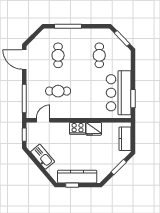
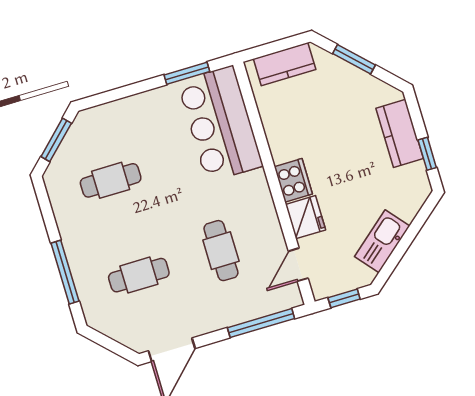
bar counter: (119, 93) -> (220, 124), moved, turned 90
door: (43, 120) -> (298, 265), hinge flipped
fridge: (94, 129) -> (305, 217), moved
kitchen counter: (77, 177) -> (400, 133), width x0.67

